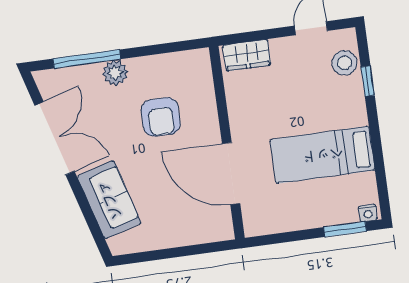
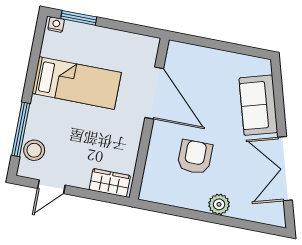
window: (87, 59) -> (238, 223), removed
window: (368, 81) -> (21, 129), width x2.17

